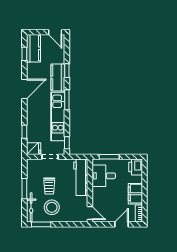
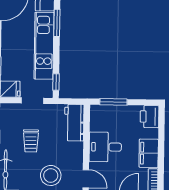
desk: (104, 176) -> (105, 147), moved
workbench: (81, 177) -> (74, 123), width x0.73
stool: (52, 207) -> (51, 175), moved

